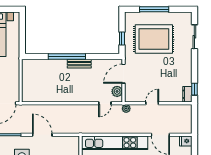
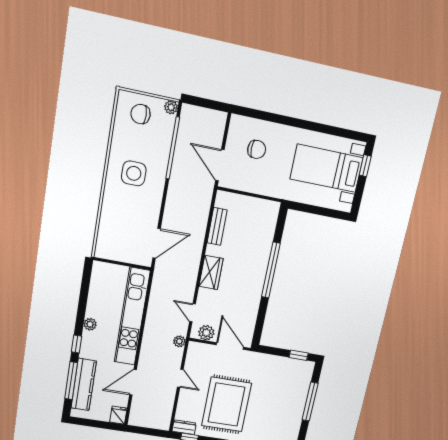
window: (122, 39) -> (299, 355), moved
rug: (154, 39) -> (227, 405), moved
bench: (79, 64) -> (217, 226), moved
wardrobe: (76, 96) -> (211, 272), added
door: (42, 135) -> (157, 243), moved

